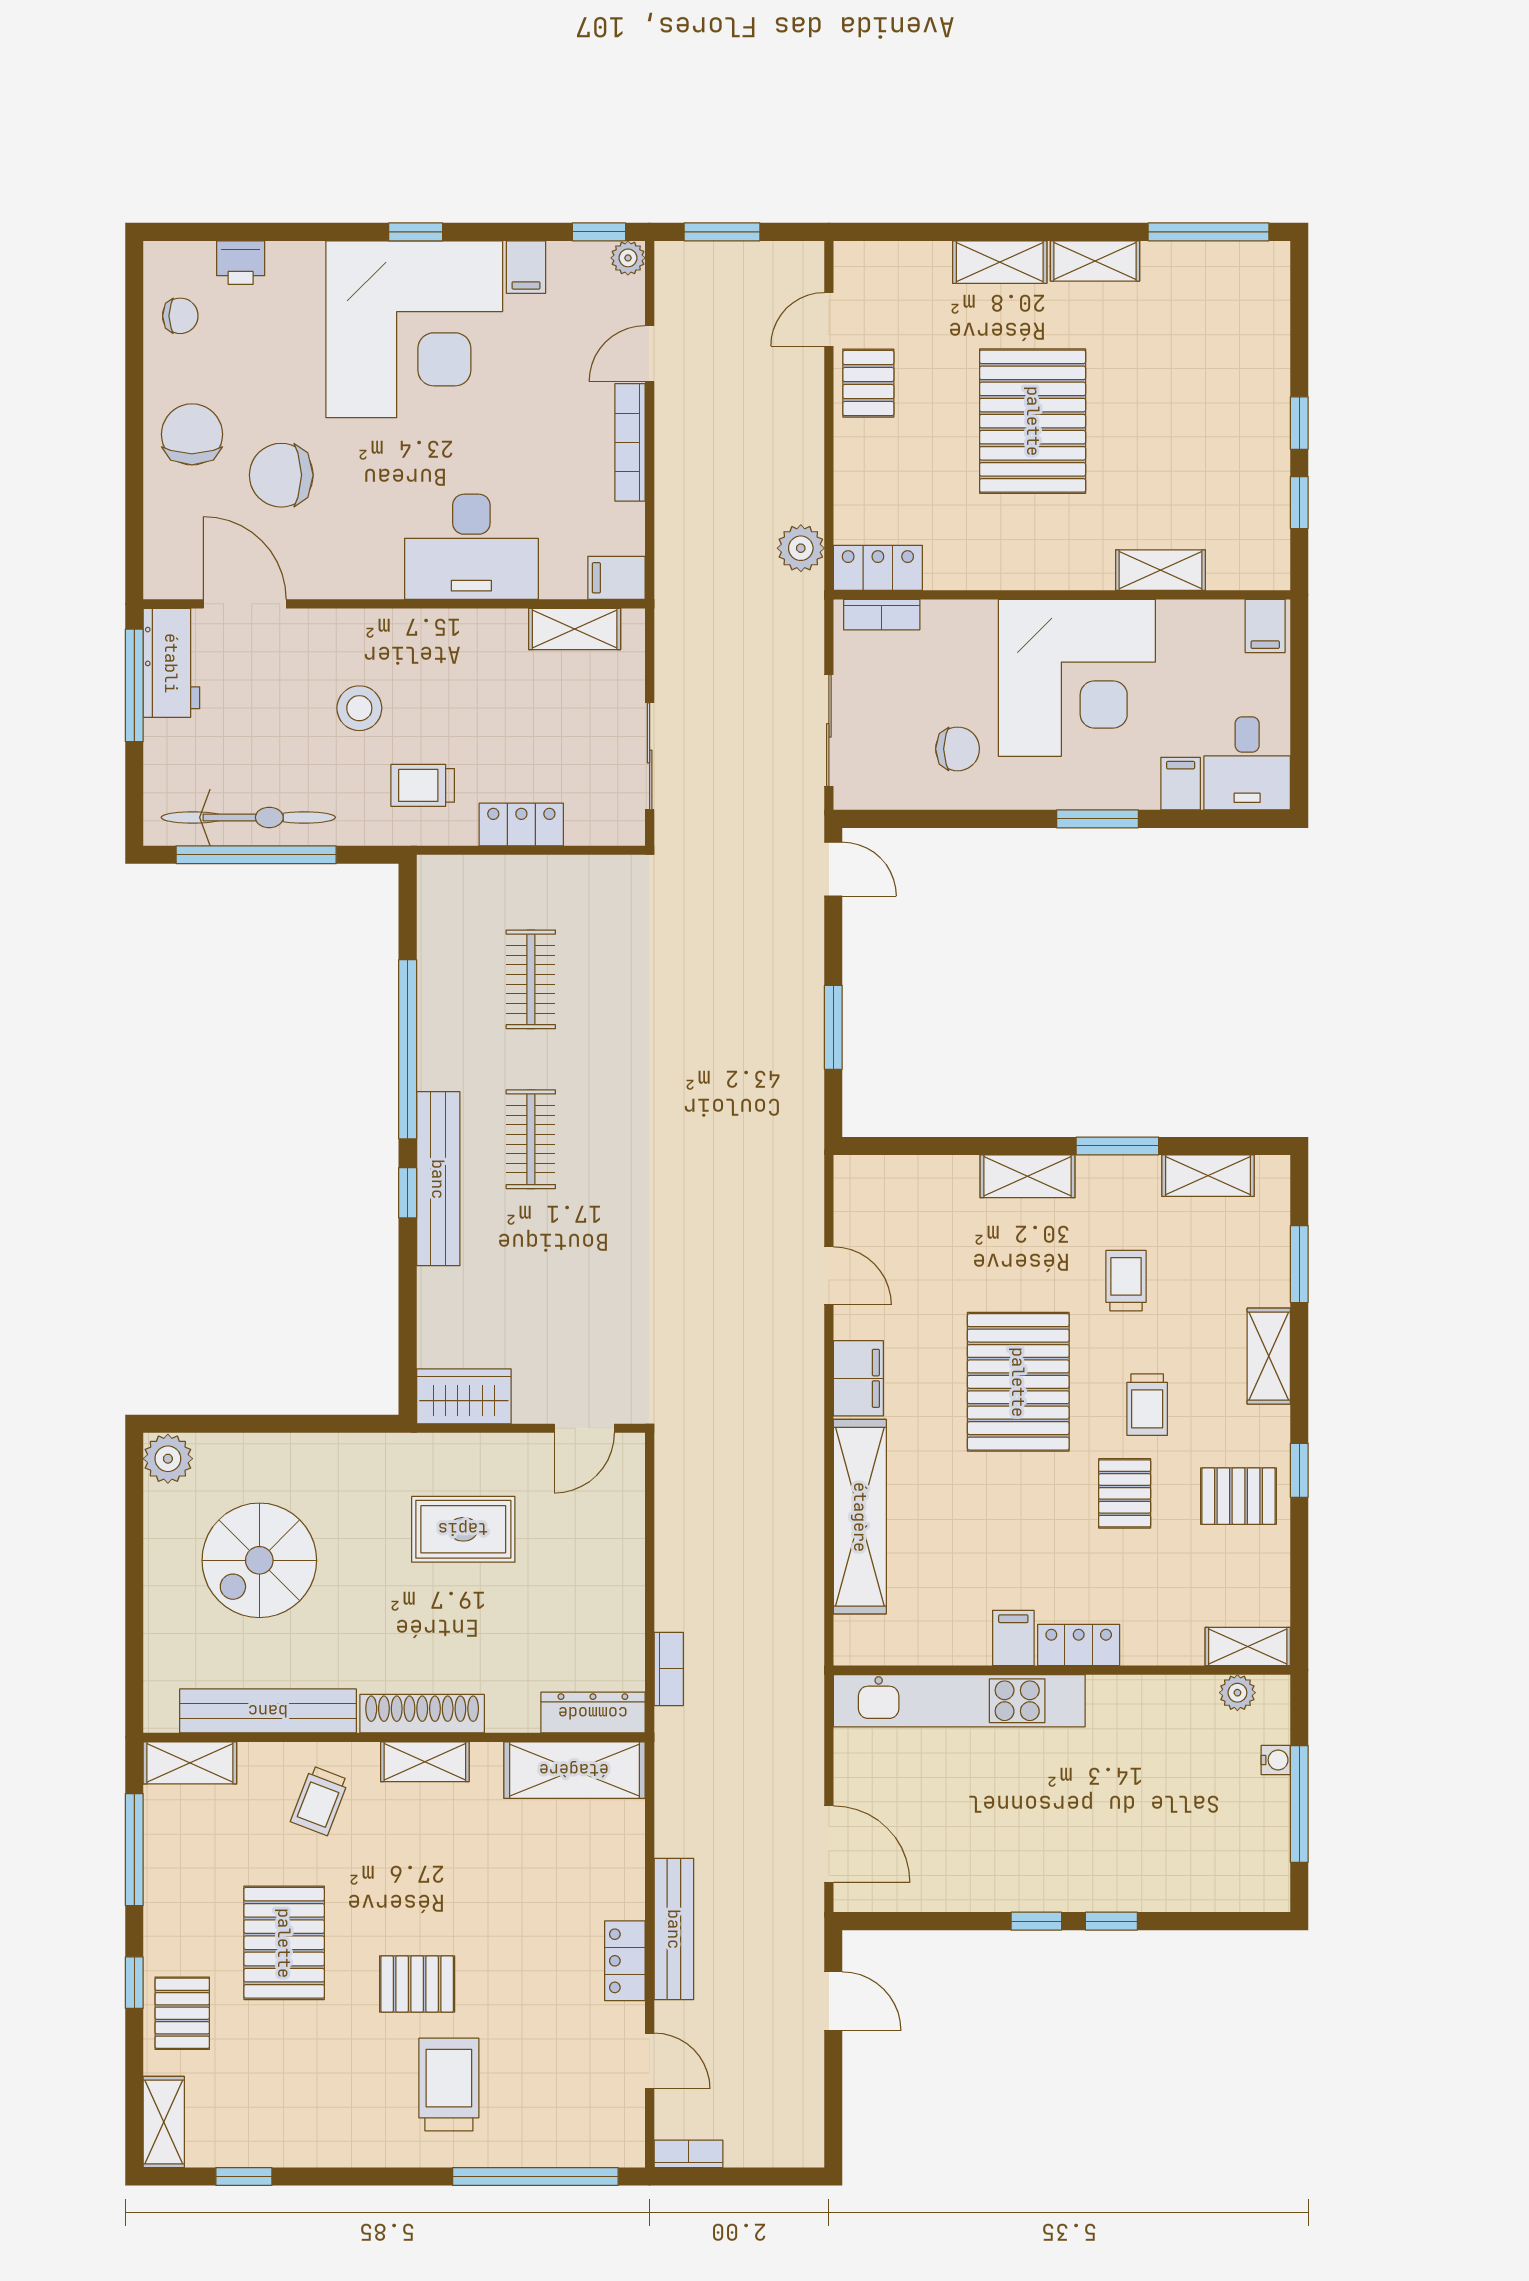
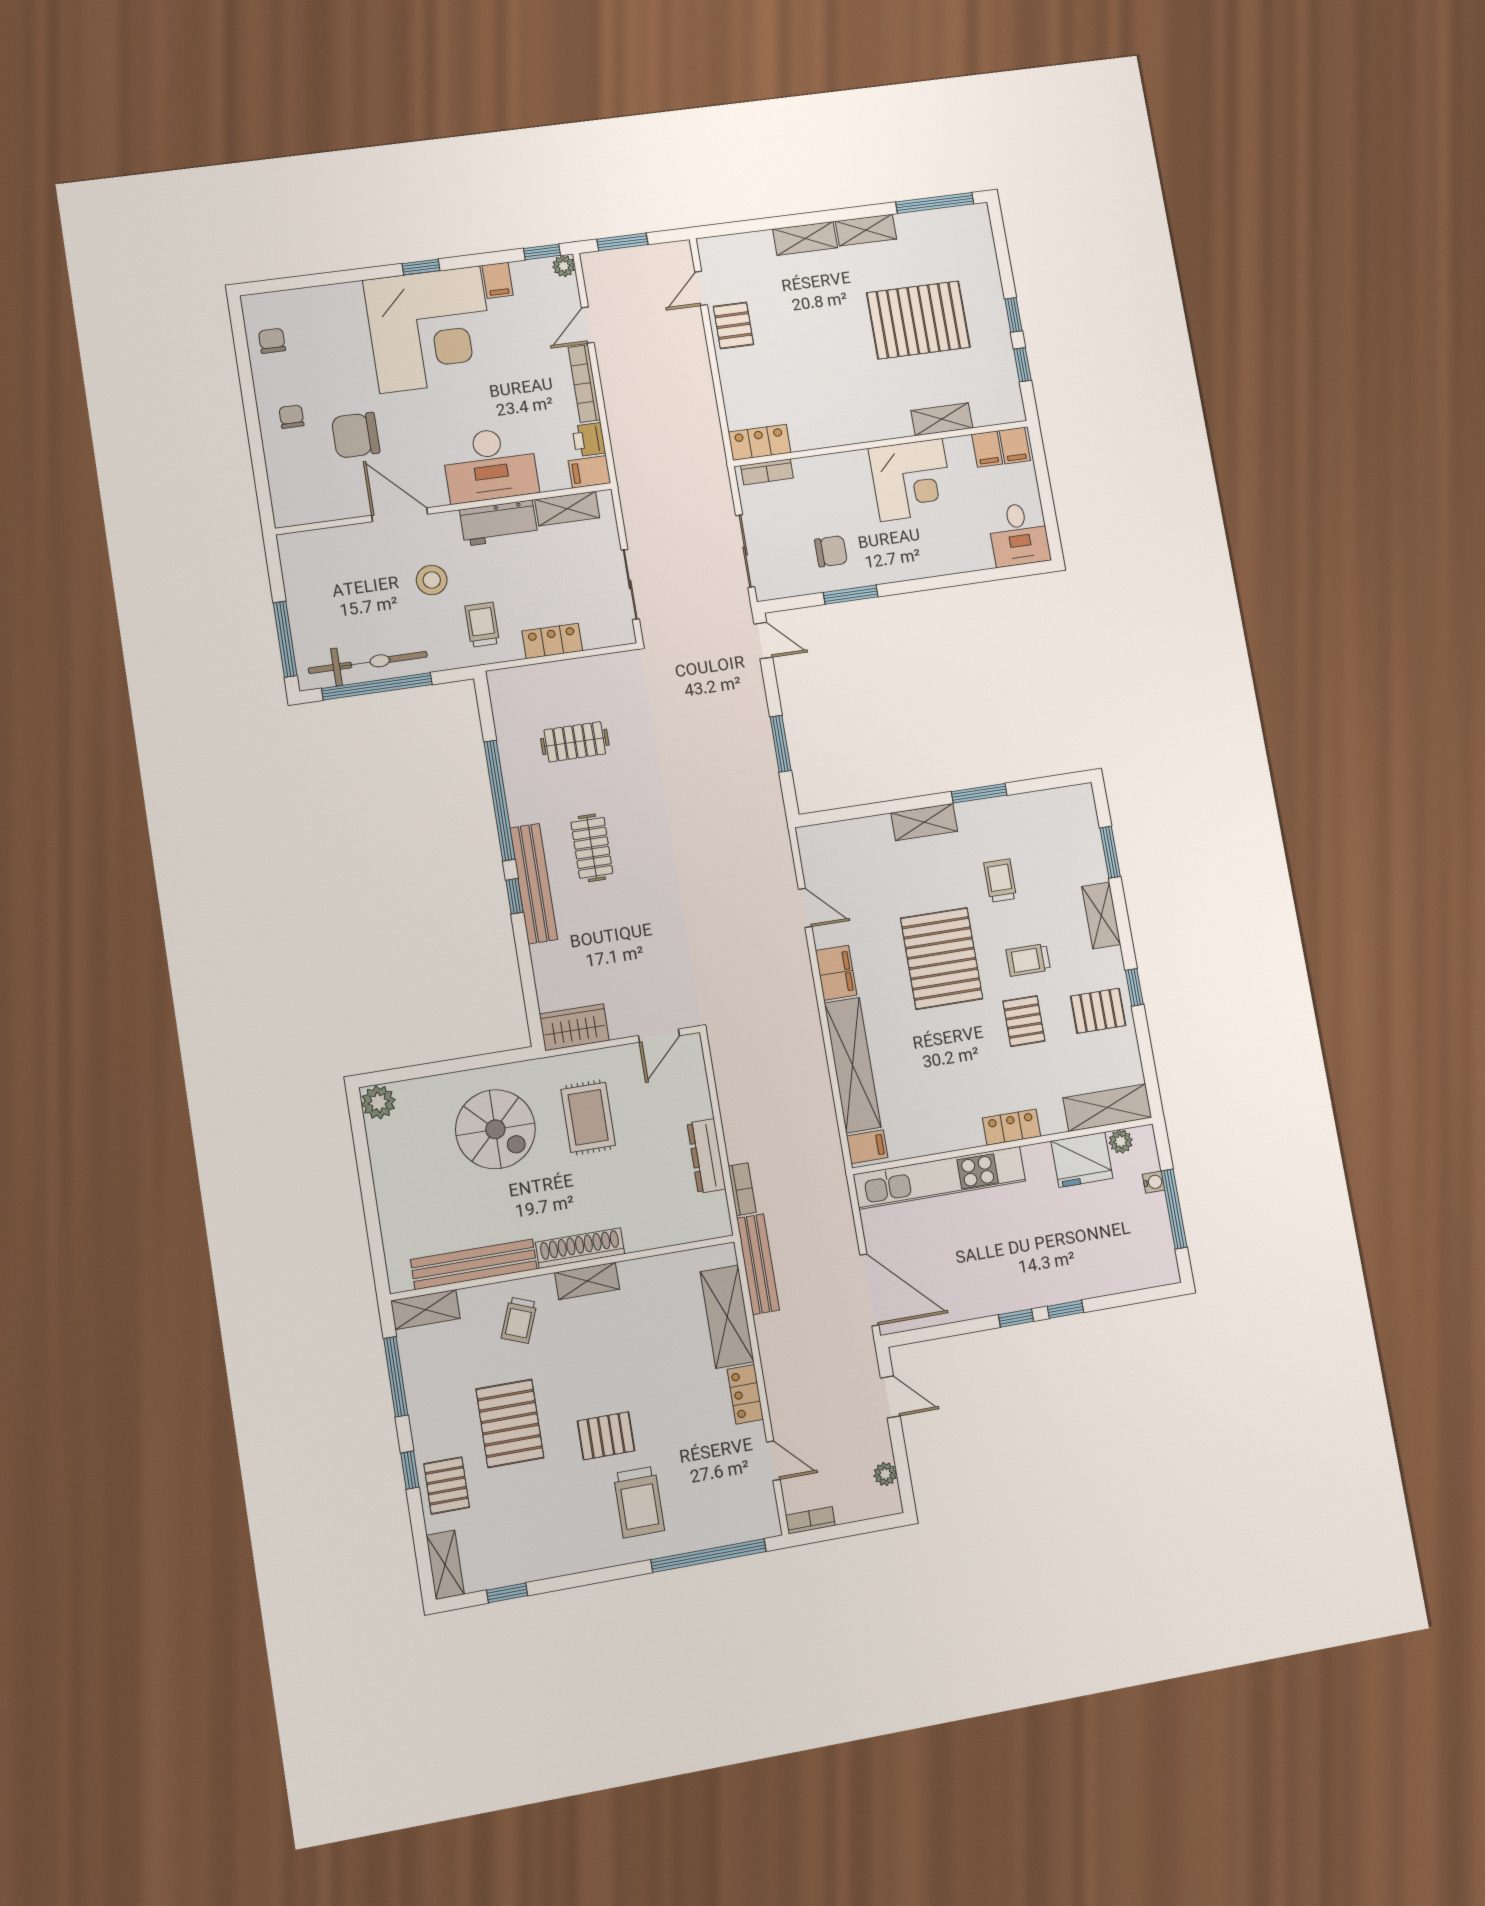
printer: (241, 263) -> (589, 440), moved, turned 90
chair: (180, 316) -> (272, 341), turned -90
pallet: (1033, 421) -> (918, 320), moved, turned 90
chair: (192, 434) -> (292, 417), width x0.54, depth x0.54
plant: (801, 548) -> (885, 1474), moved, width x0.73, depth x0.73
door: (245, 604) -> (400, 515), moved
workbench: (171, 663) -> (499, 523), moved, turned 90
corner desk: (1077, 678) -> (911, 480), width x0.74, depth x0.74
window: (134, 685) -> (285, 639), moved
filing cabinet: (1181, 784) -> (987, 449), moved, turned 180
trolley: (423, 785) -> (482, 625), turned 90
window: (1097, 819) -> (851, 595), moved
clothes rail: (531, 979) -> (575, 742), turned 90
shelving: (1208, 1176) -> (1041, 804), removed
trolley: (1147, 1405) -> (1028, 960), turned 90
rug: (463, 1529) -> (588, 1117), turned 90
spiral stairs: (259, 1560) -> (495, 1129), moved, turned -90
filing cabinet: (1013, 1638) -> (867, 1147), moved, turned 90
shelving: (1248, 1647) -> (1107, 1108), width x1.50, depth x1.33
fridge: (1175, 1710) -> (1082, 1160), added
dresser: (593, 1713) -> (706, 1156), moved, turned -90
shelving: (574, 1770) -> (727, 1317), moved, turned 90
door: (829, 1844) -> (869, 1290), width x1.36
bench: (674, 1929) -> (758, 1264), moved
trolley: (449, 2085) -> (639, 1502), turned 180

